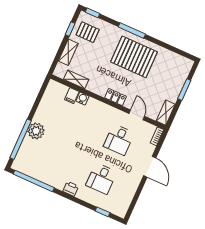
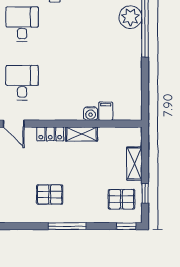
pallet: (134, 57) -> (50, 194), width x0.49, depth x0.50
shelving: (76, 79) -> (82, 134), moved
plant: (36, 131) -> (130, 17), moved

